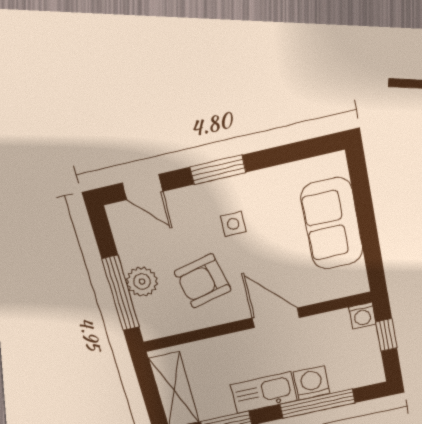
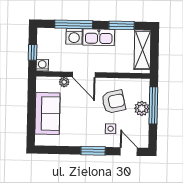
side table: (233, 224) -> (111, 129), moved
plant: (312, 294) -> (64, 82), added

